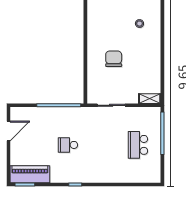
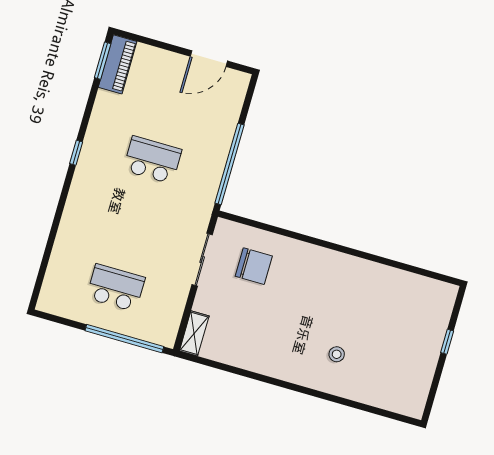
chair: (114, 59) -> (254, 266), moved
door: (8, 131) -> (209, 59), hinge flipped
school desk: (68, 145) -> (152, 160), width x1.85
piano: (30, 174) -> (118, 64), width x0.73, depth x0.75

